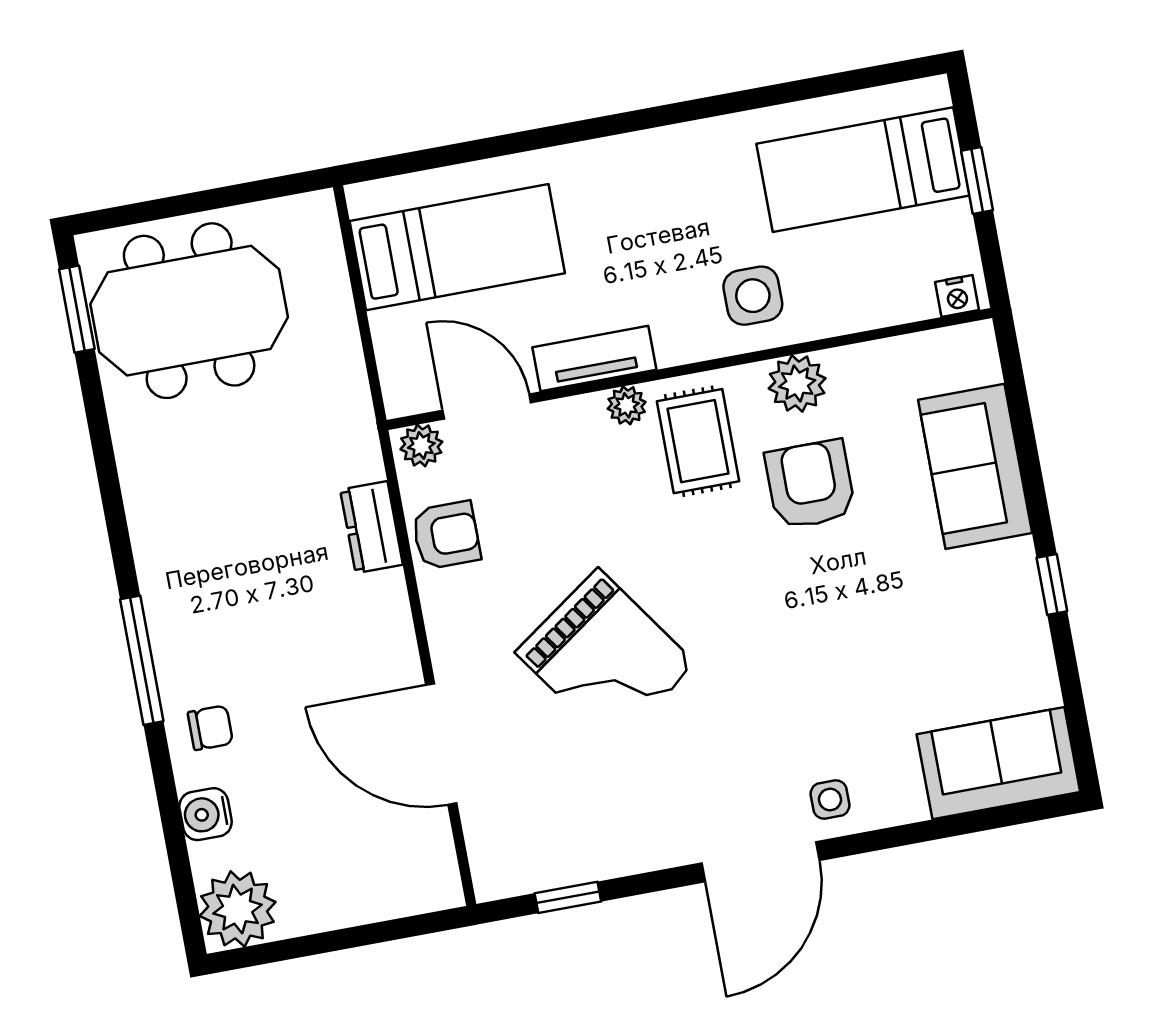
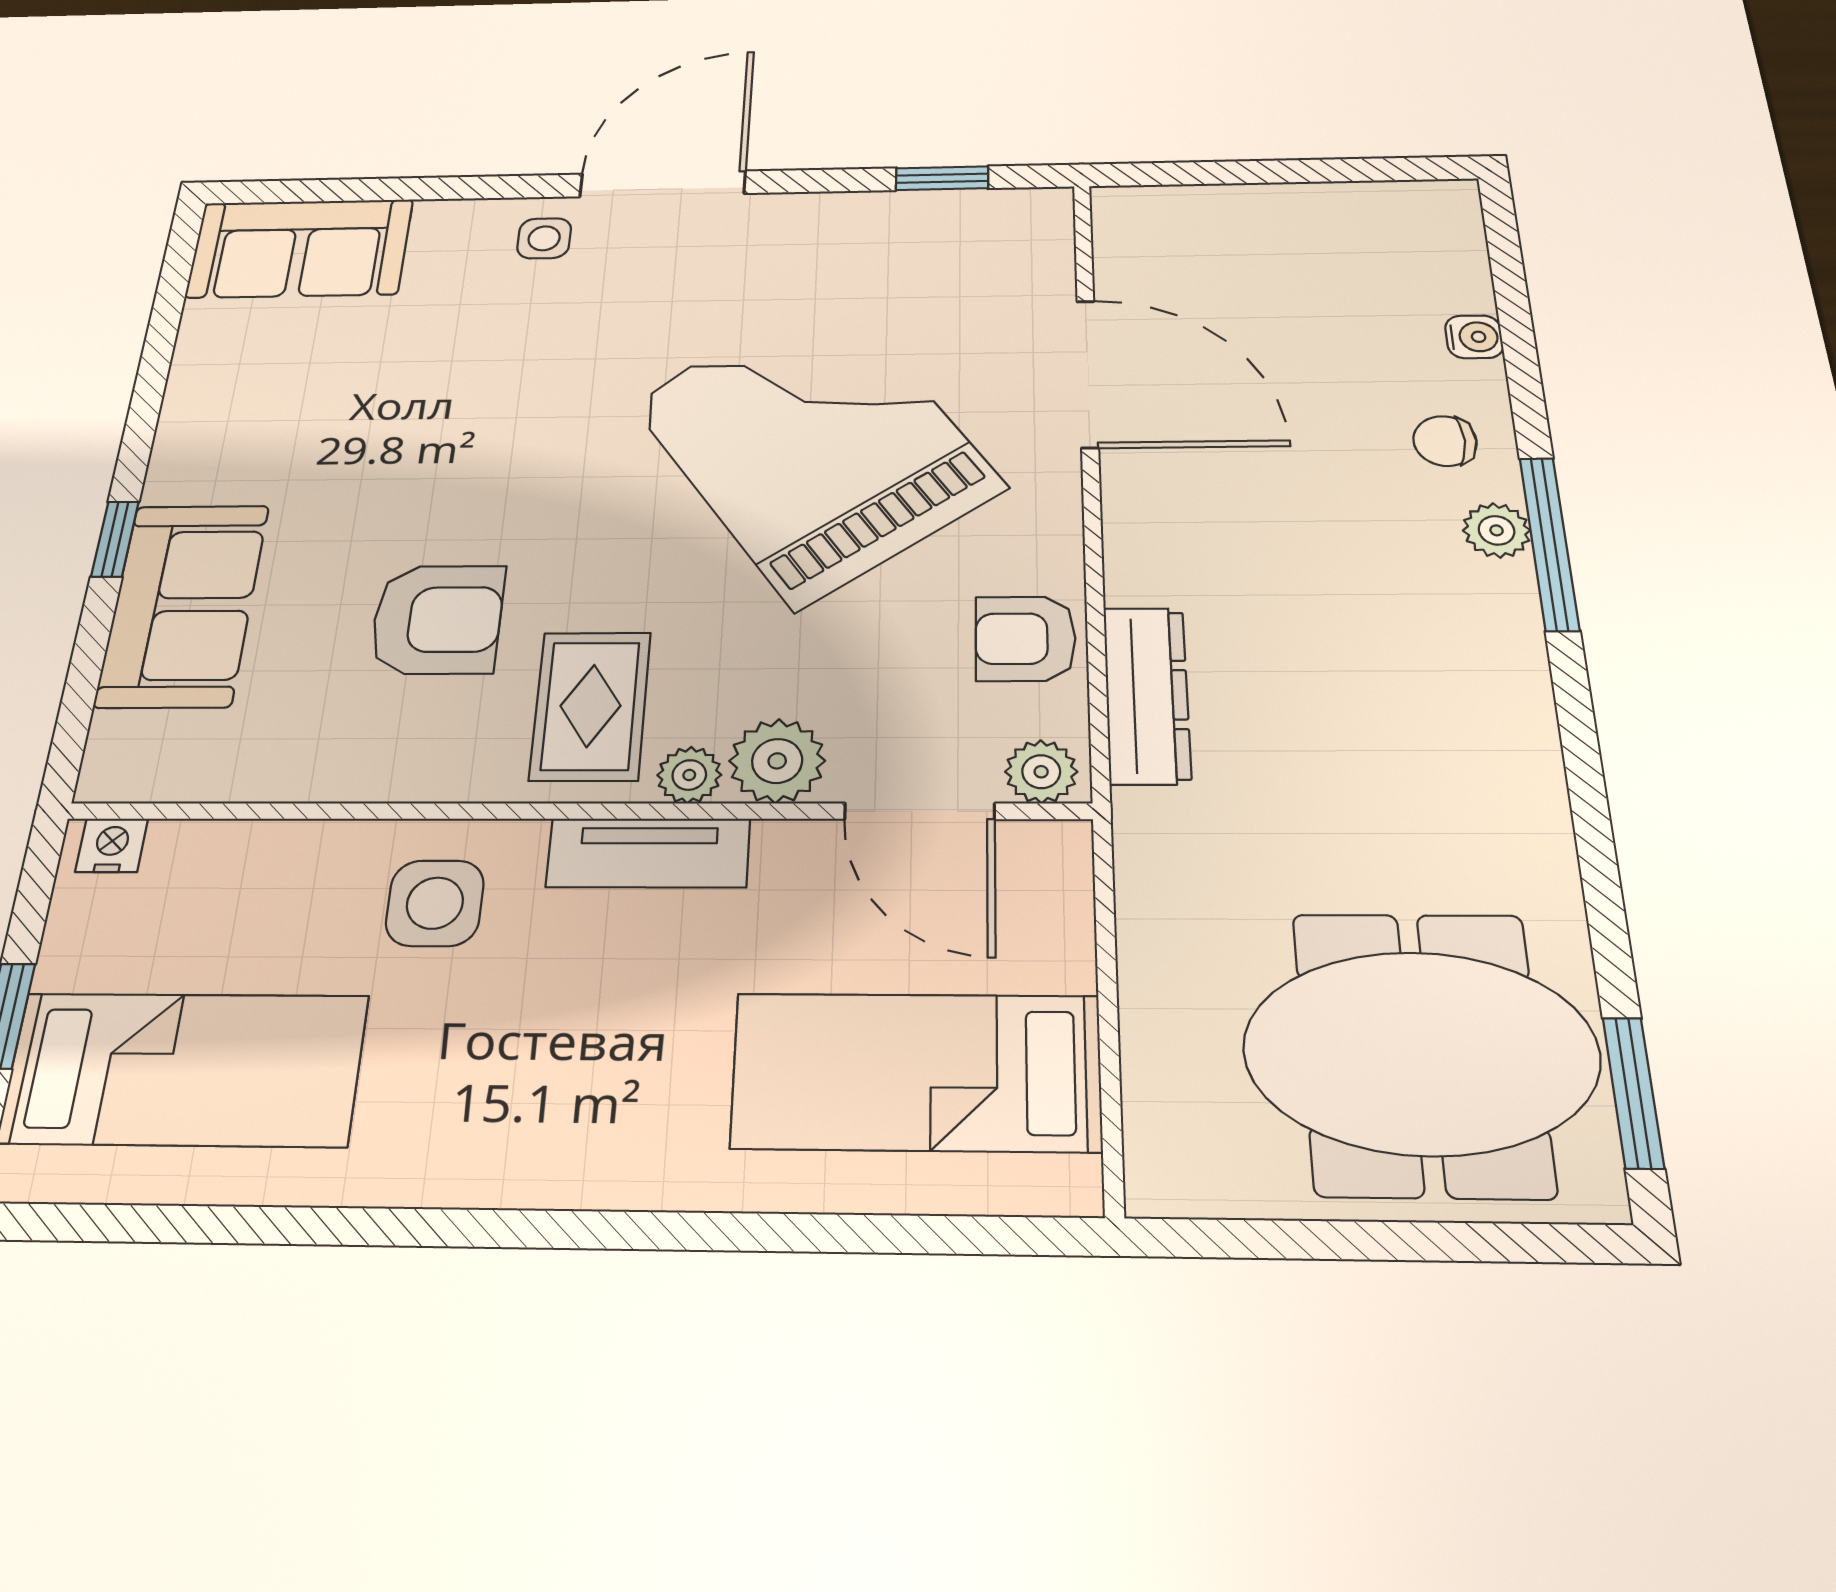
tv unit: (594, 359) -> (648, 853), moved
plant: (797, 383) -> (777, 761), moved
armchair: (810, 484) -> (437, 619), turned -90
dresser: (372, 527) -> (1147, 695), width x1.44
window: (1052, 584) -> (115, 539), moved
grand piano: (605, 658) -> (815, 444), width x1.37, depth x1.48
water cooler: (206, 814) -> (1474, 337), width x0.72, depth x0.72
plant: (238, 909) -> (1497, 530), moved, width x0.53, depth x0.53

